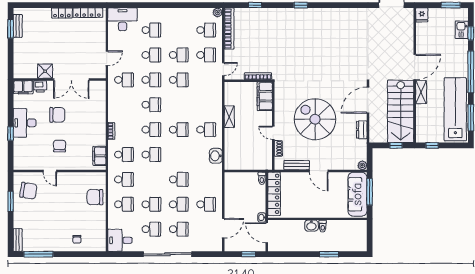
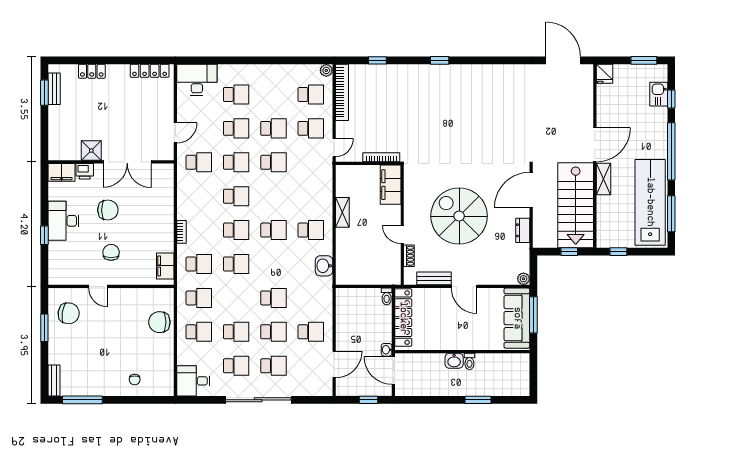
locker: (62, 13) -> (92, 71), moved

